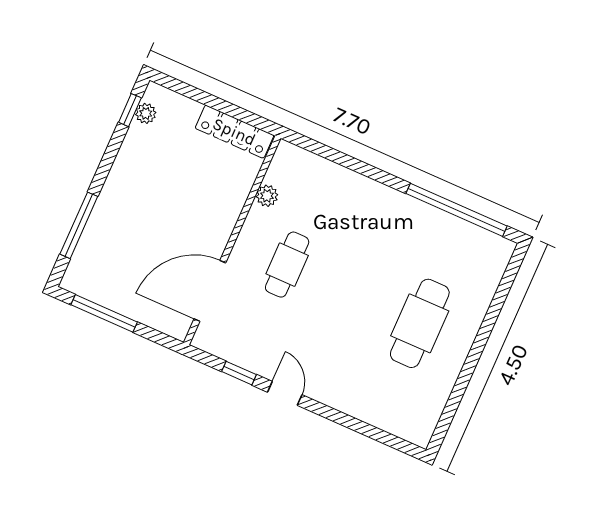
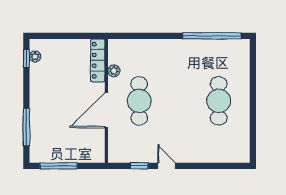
locker: (234, 132) -> (98, 60), moved, turned 90
cafe table: (287, 265) -> (139, 101), width x1.37, depth x1.35
door: (210, 291) -> (106, 110), moved

